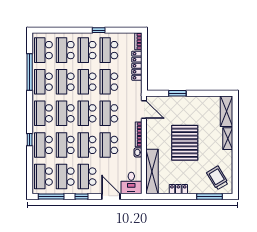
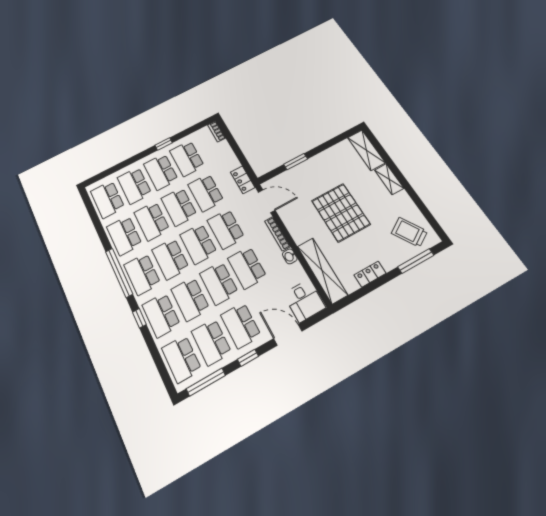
locker: (137, 66) -> (243, 180), moved, width x0.66
window: (30, 72) -> (119, 273), moved

